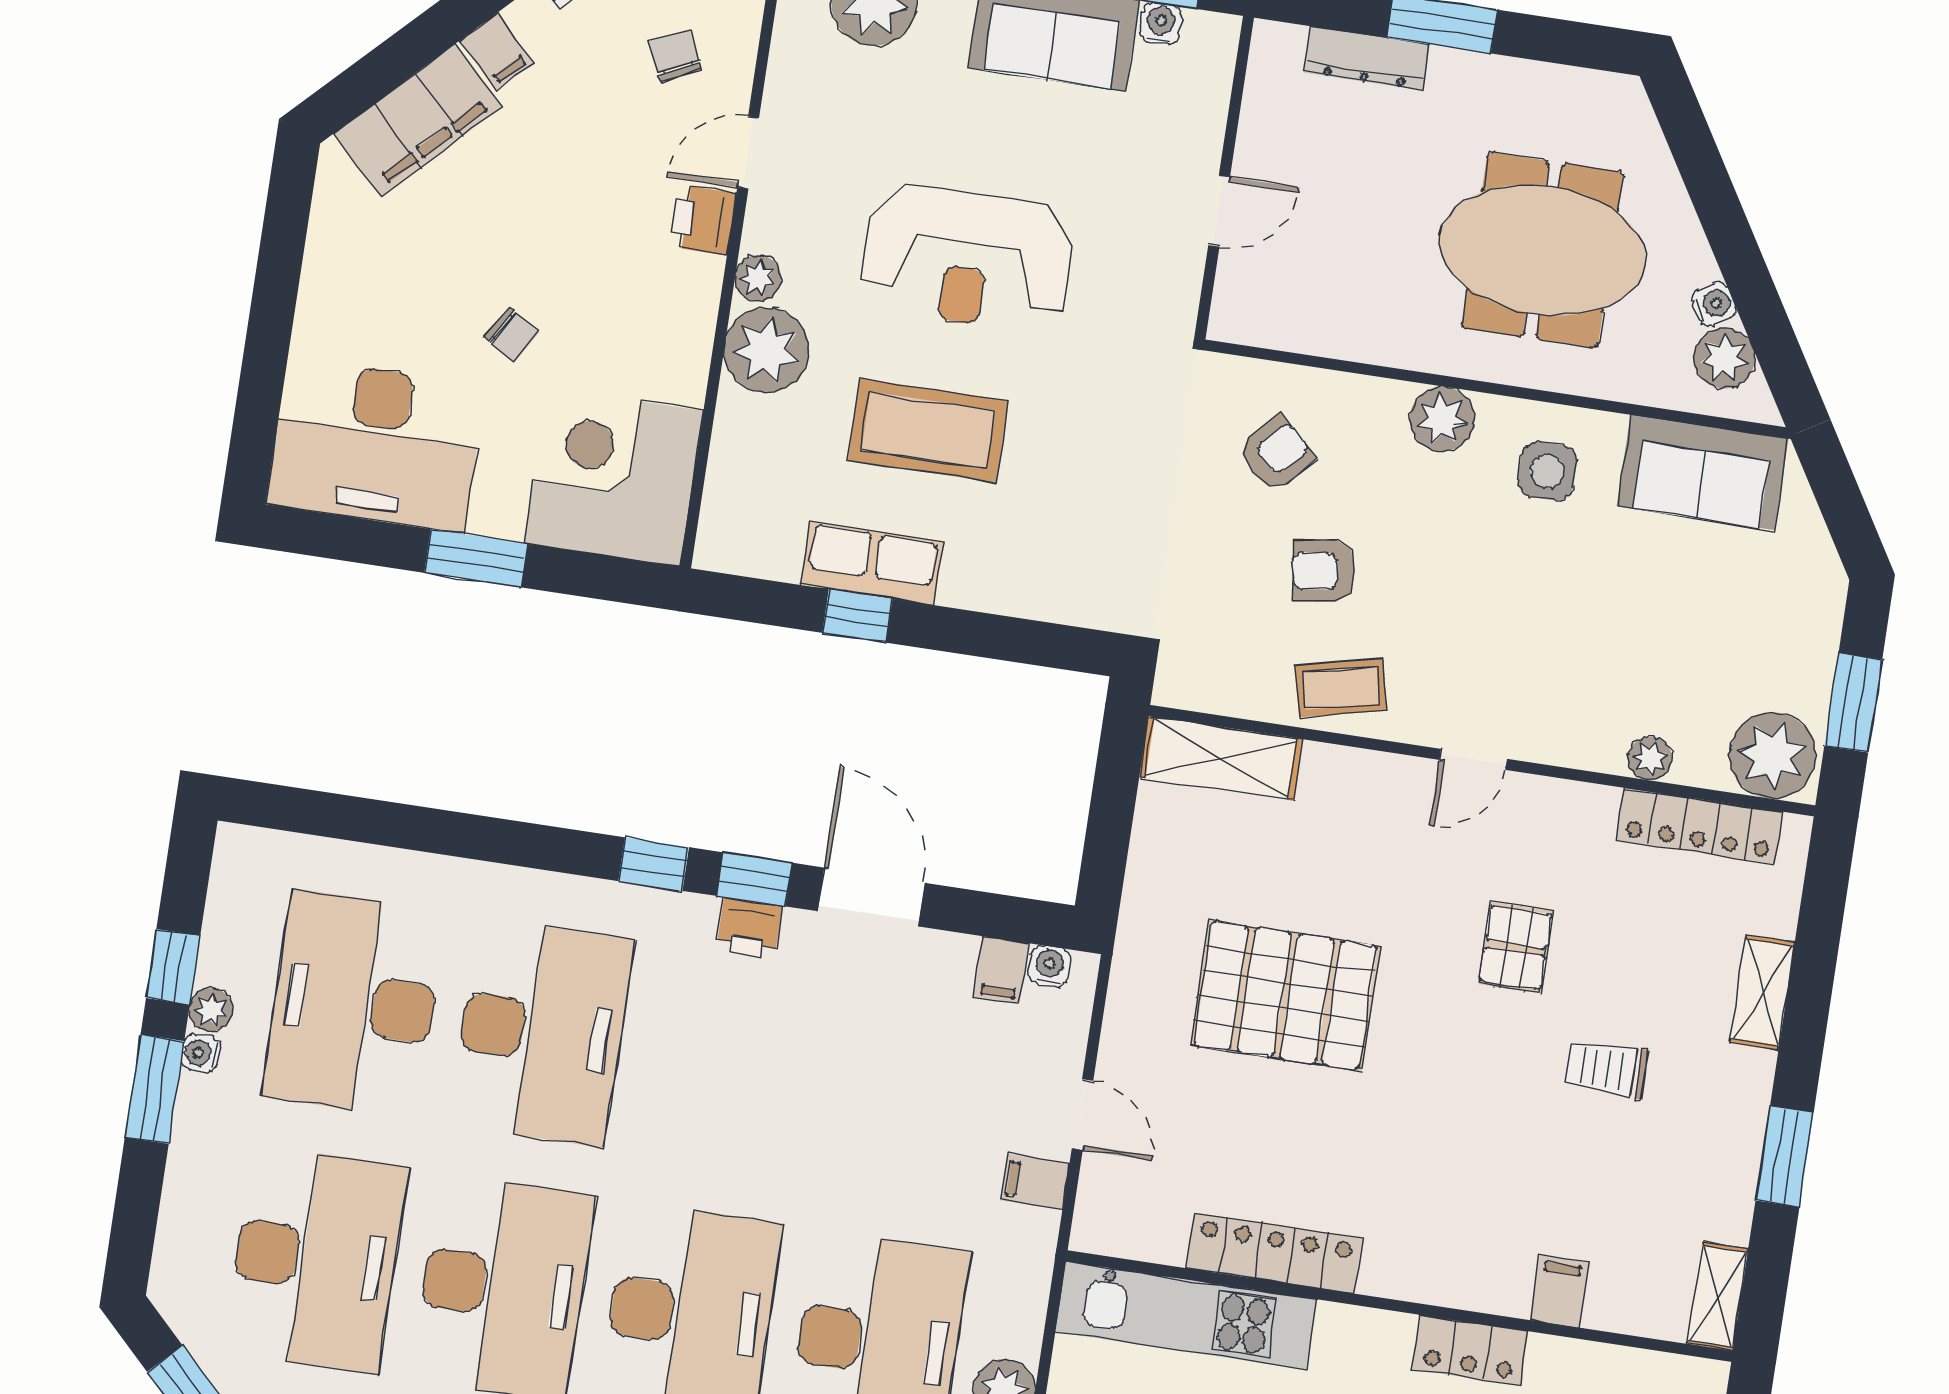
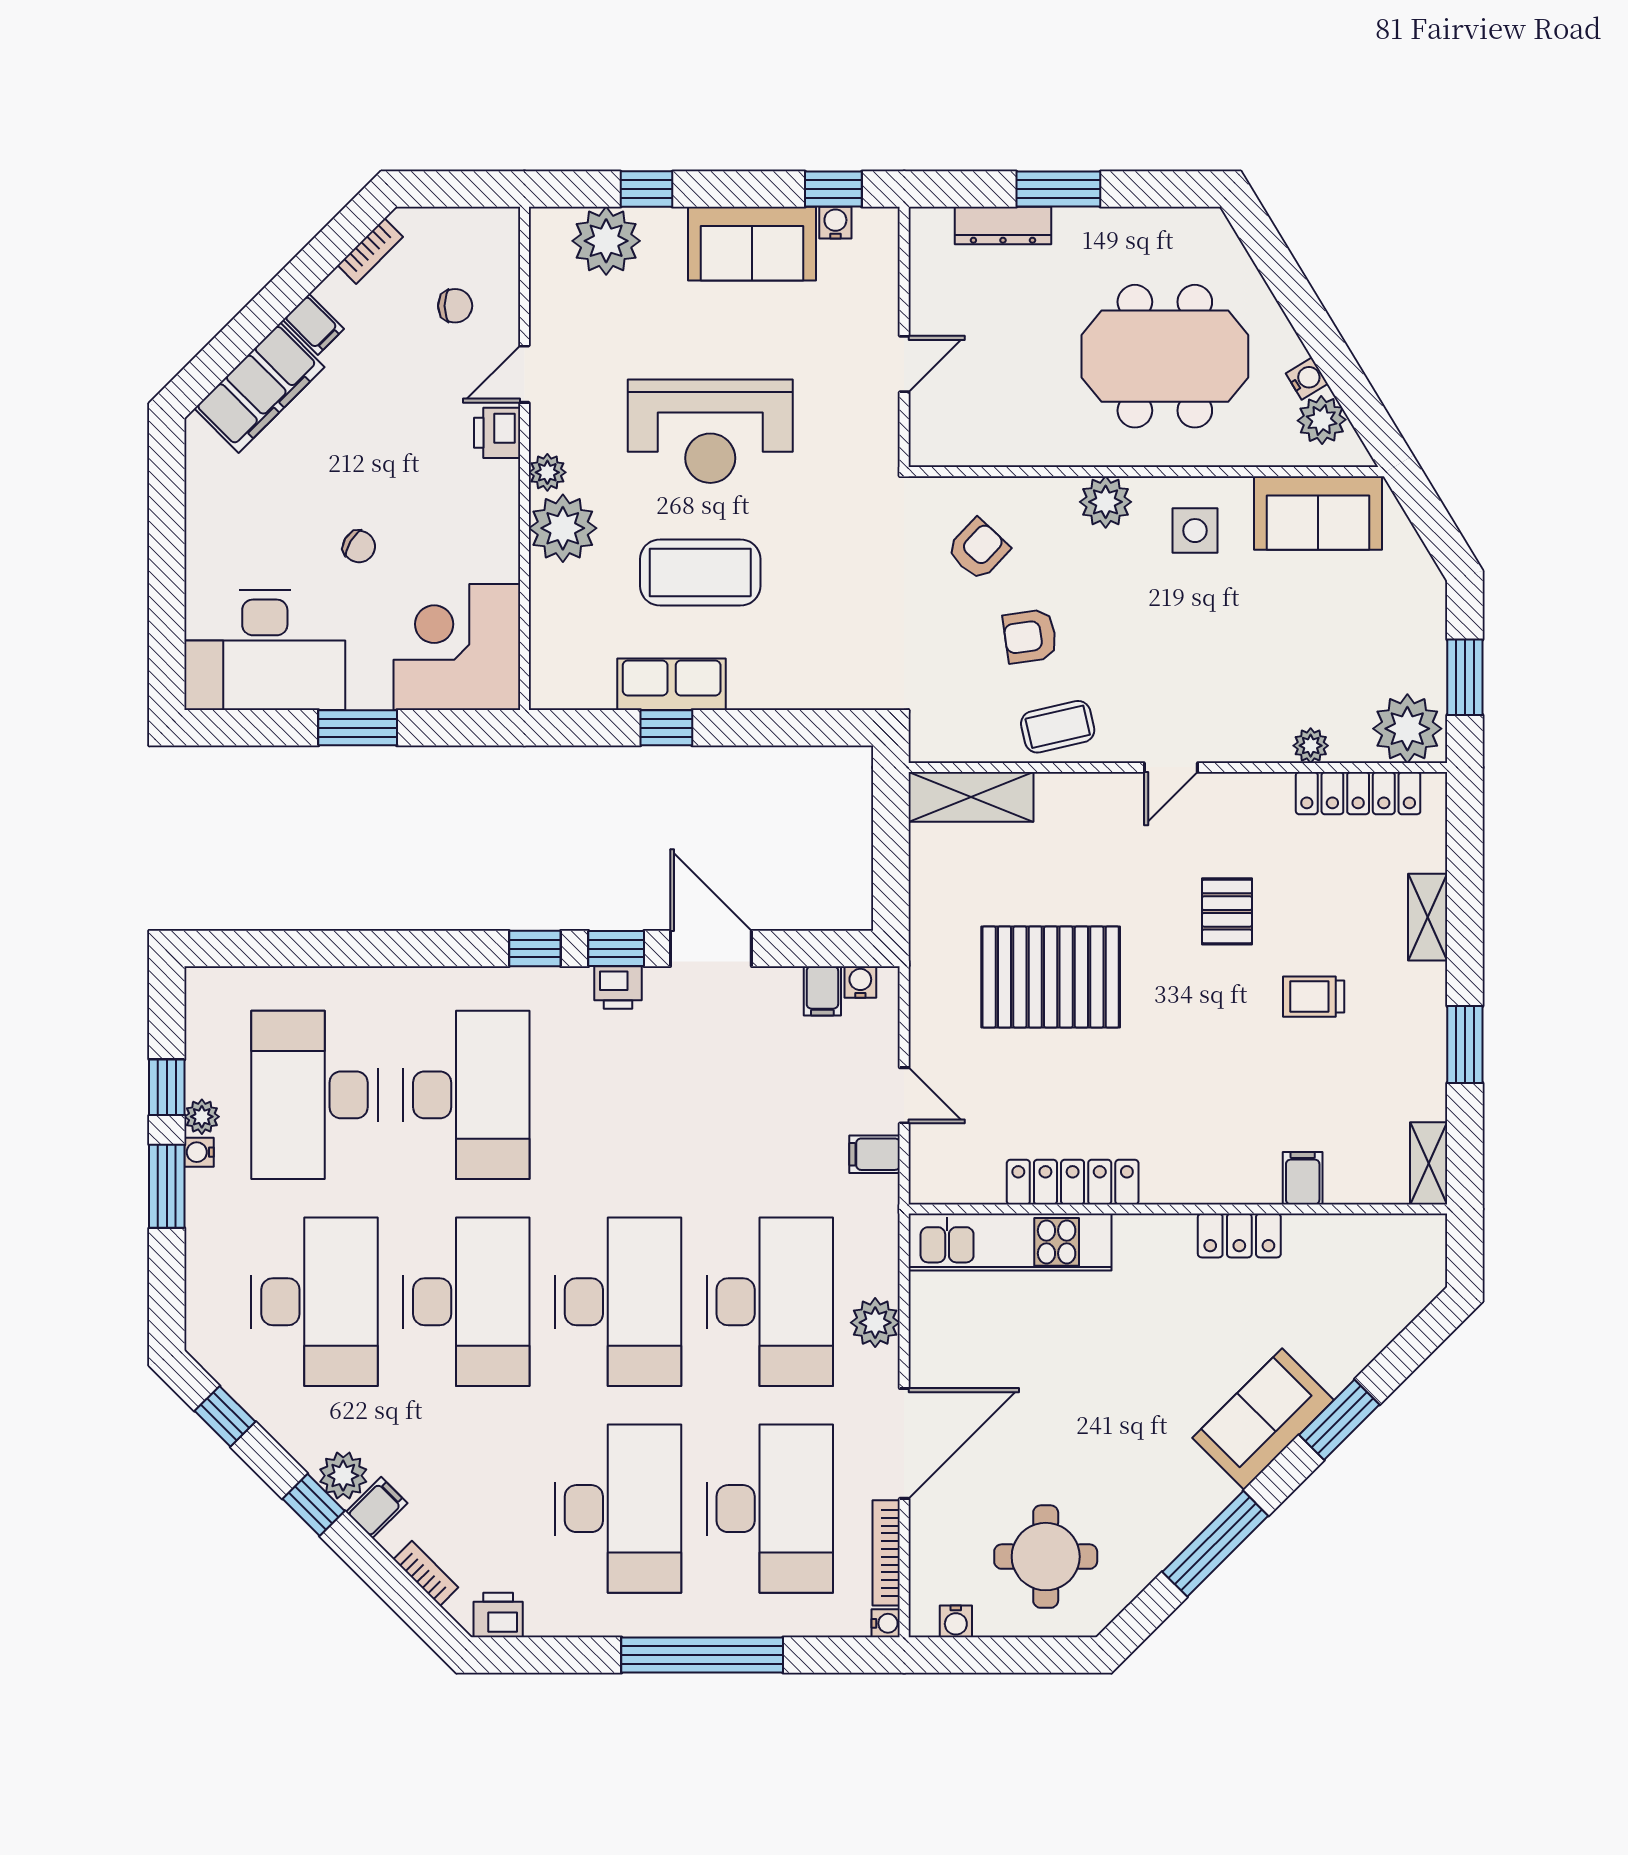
chair: (675, 55) -> (455, 306), turned 115

